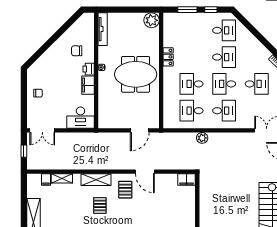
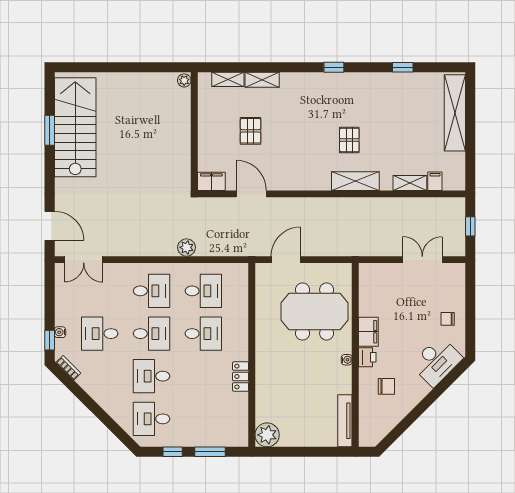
meeting table: (136, 74) -> (315, 312), moved
desk: (224, 111) -> (152, 291), turned 180
desk: (80, 118) -> (437, 361), moved, turned 135
double door: (42, 130) -> (422, 260), moved
door: (145, 172) -> (251, 194), moved
pallet: (125, 190) -> (251, 131), moved

